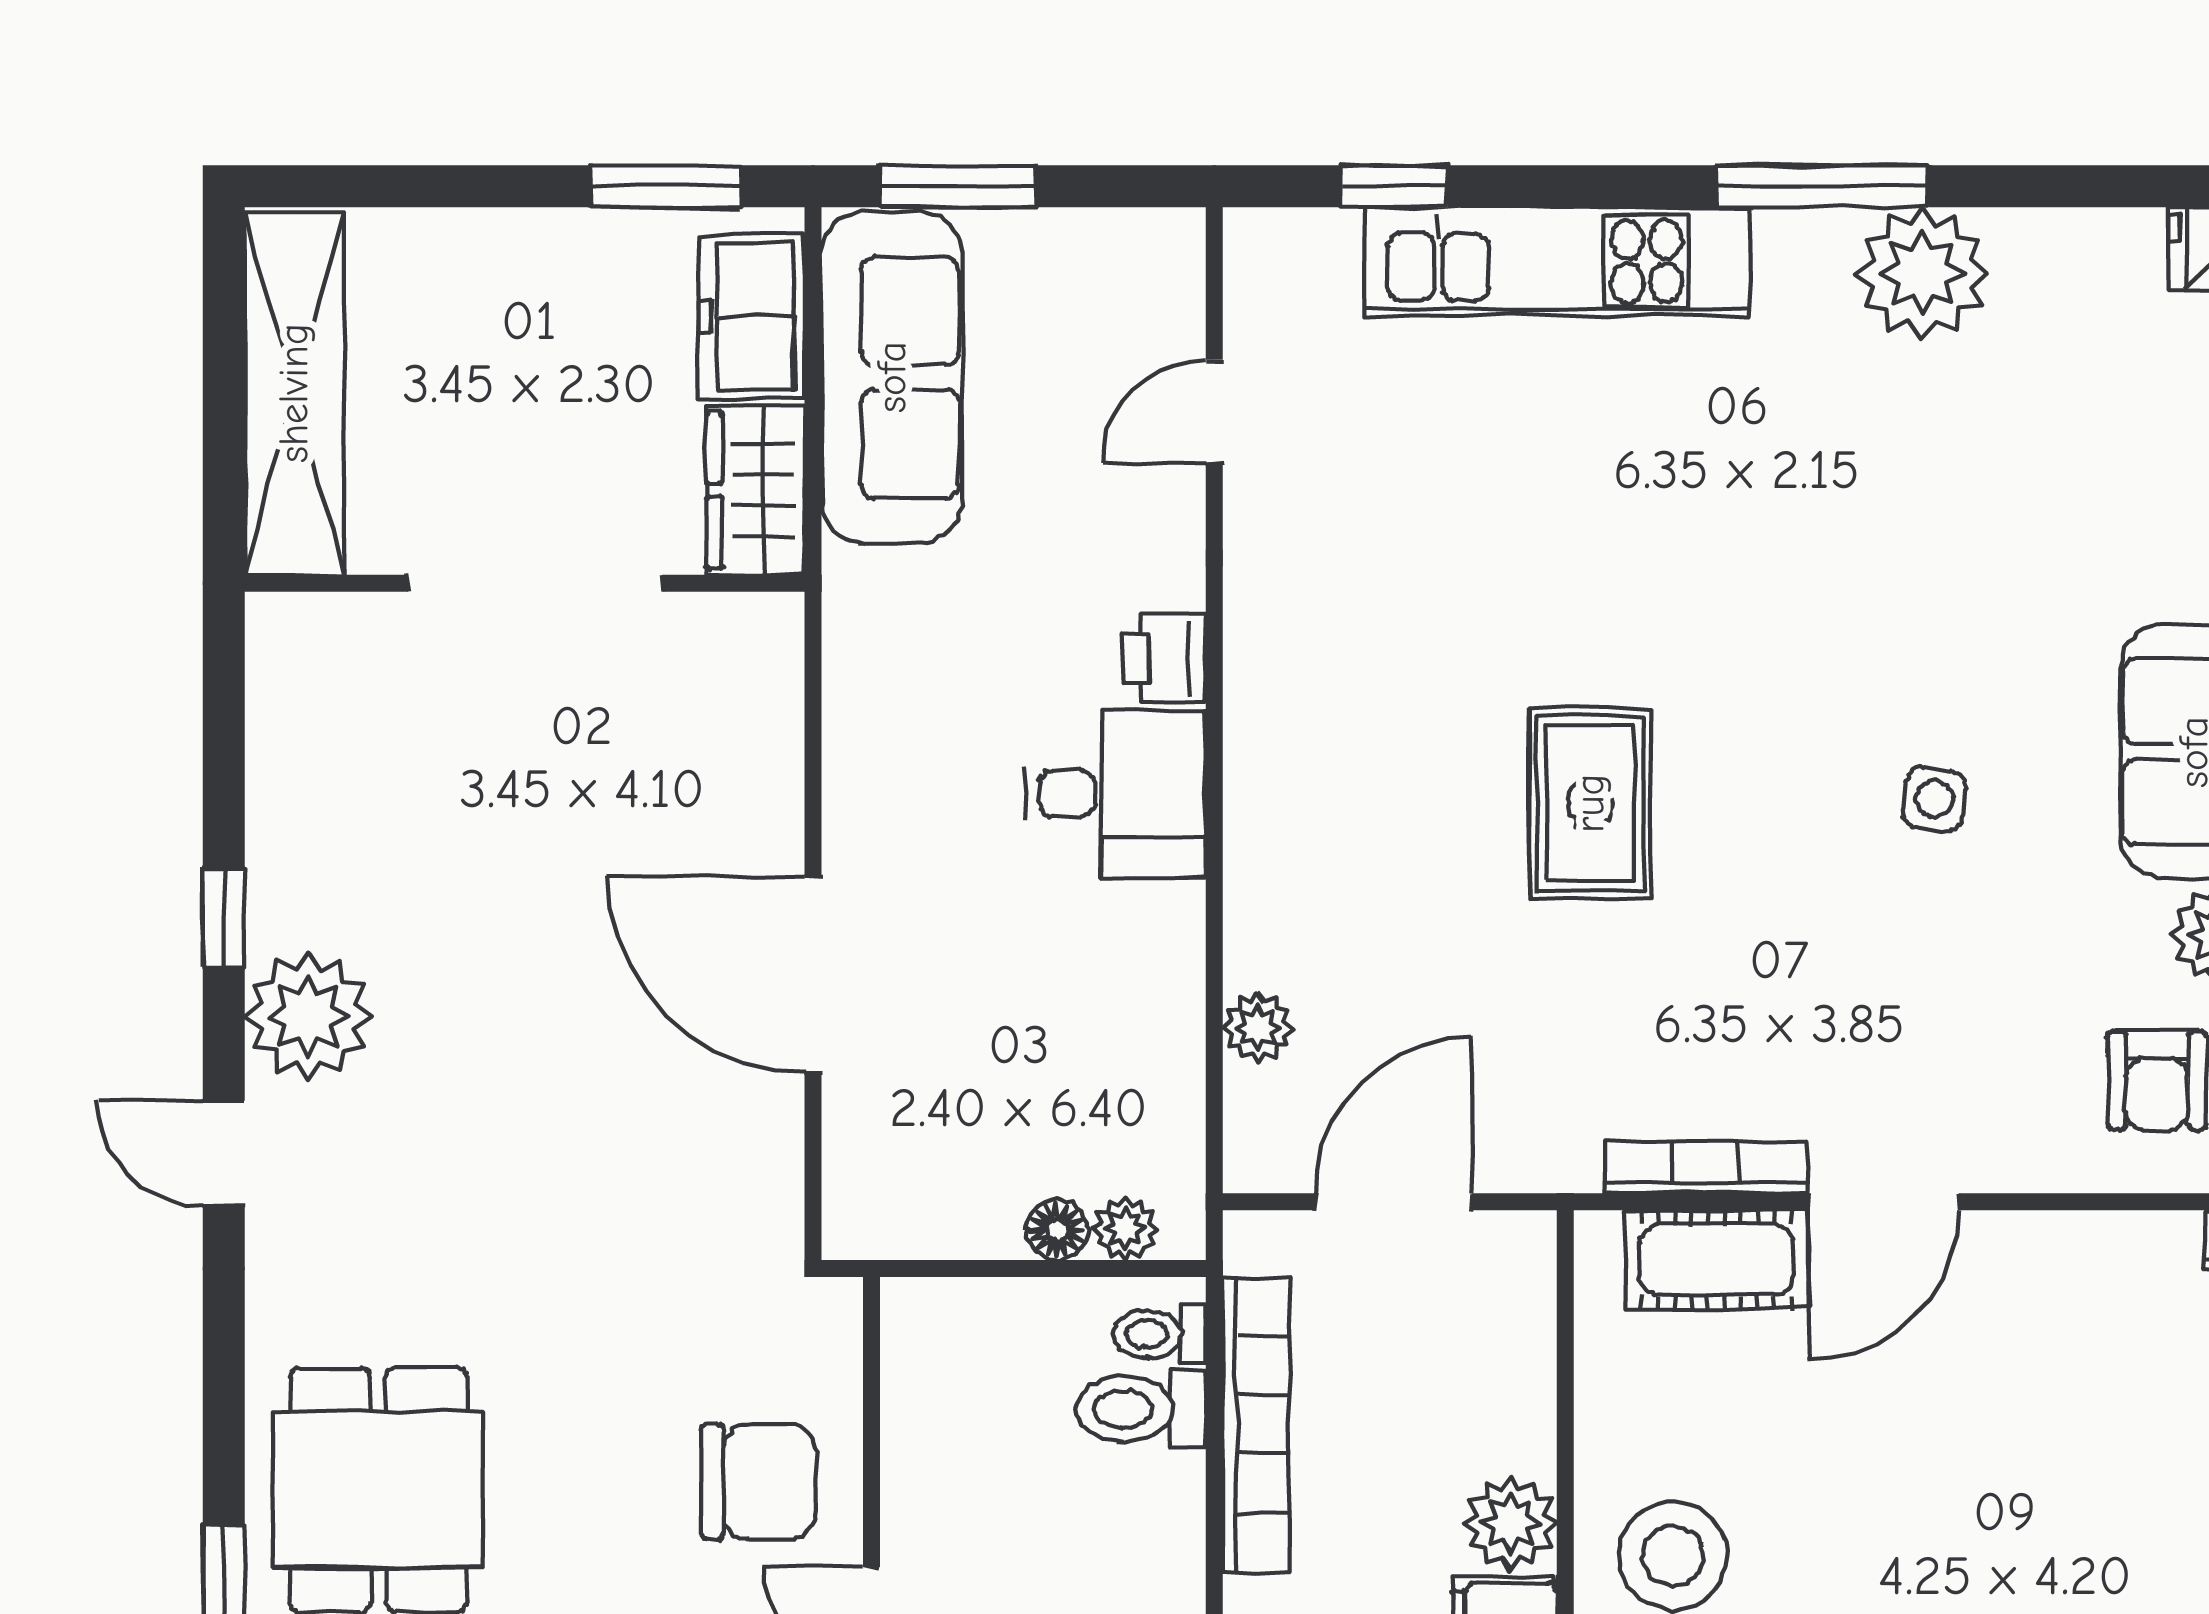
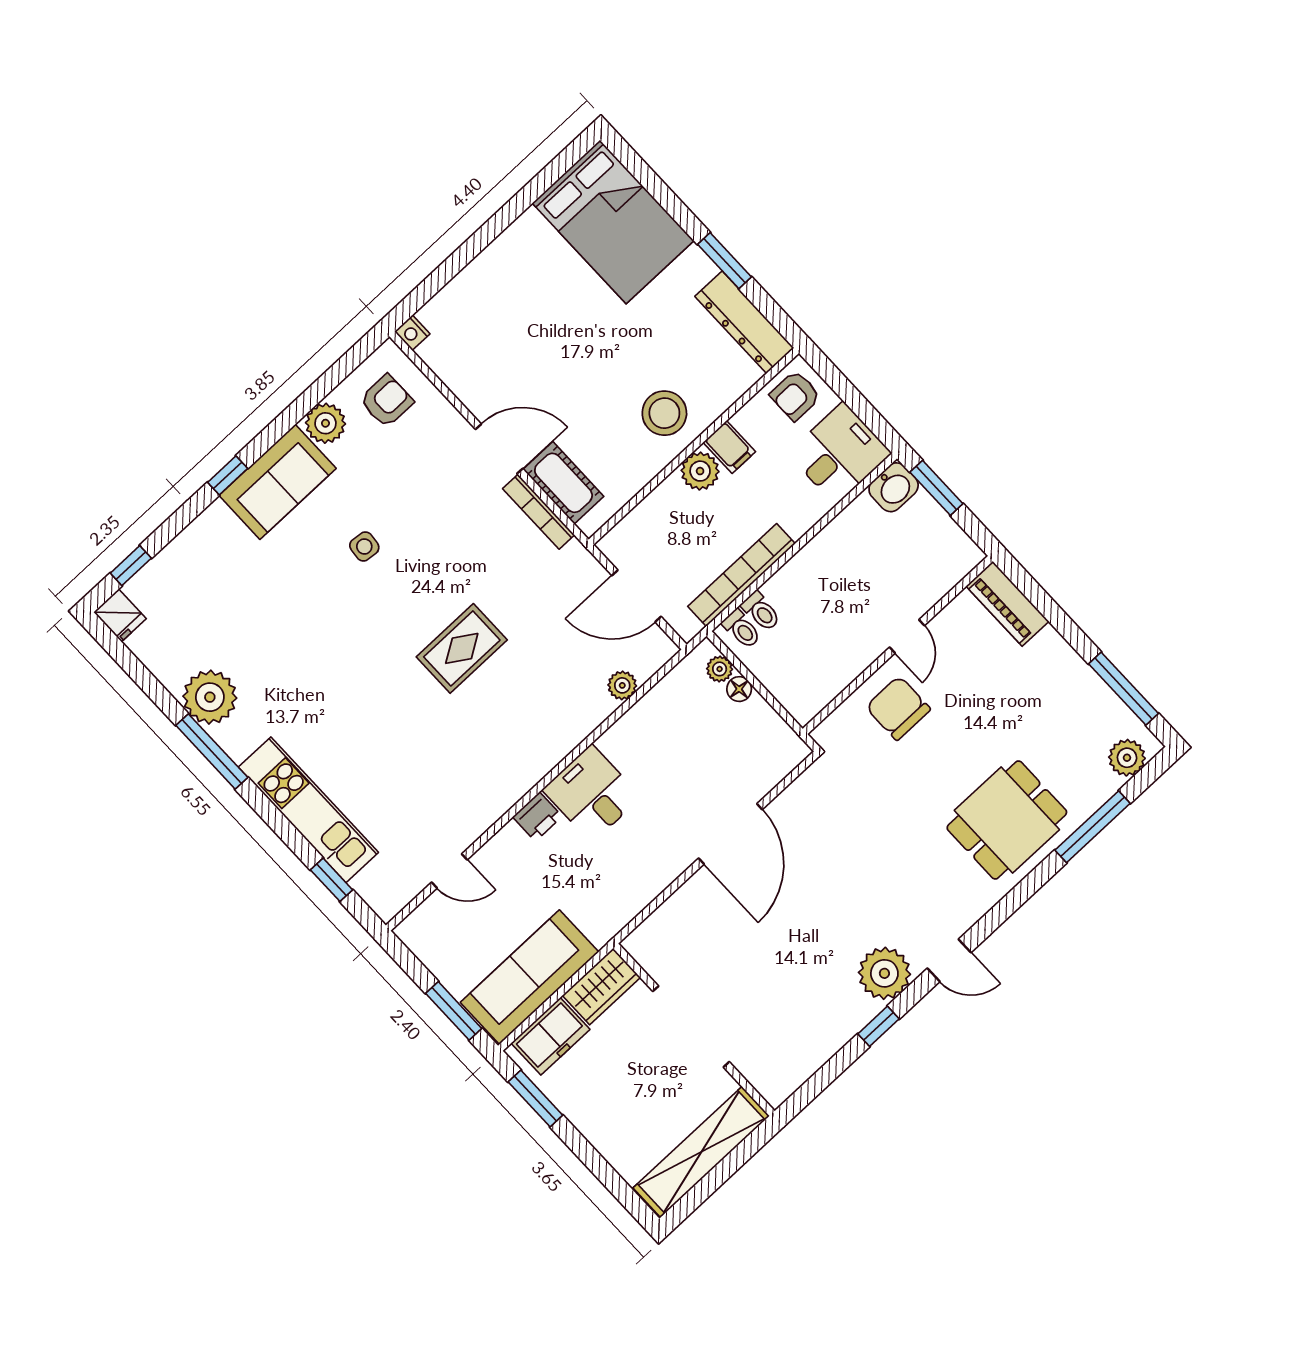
door: (224, 1153) -> (949, 960), hinge flipped
toilet: (1141, 1409) -> (761, 611), width x0.73, depth x0.72

